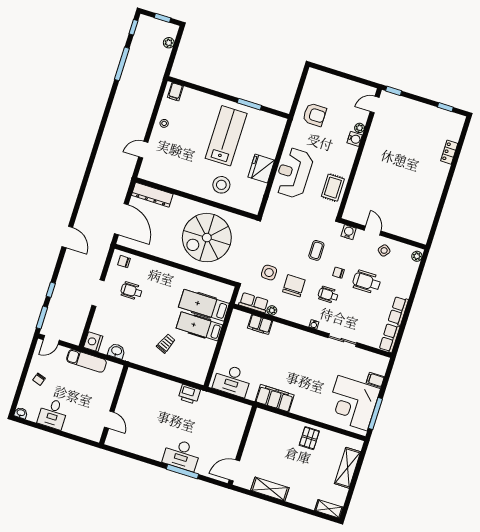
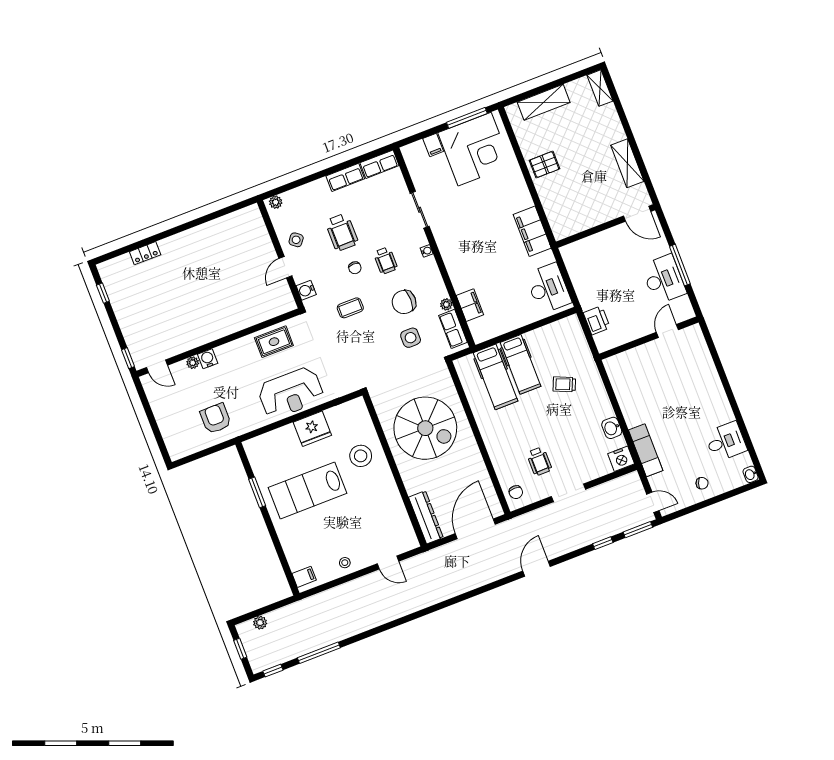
wall: (114, 405) -> (649, 338), moved
door: (109, 420) -> (667, 331), moved

